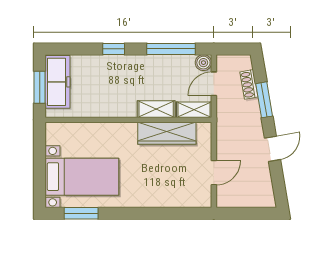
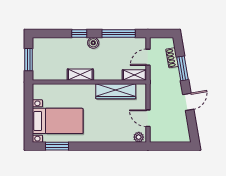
boiler: (203, 63) -> (93, 43), moved
freezer: (58, 82) -> (41, 56), removed
shelving: (156, 109) -> (80, 75), moved
door: (214, 173) -> (148, 118), swing flipped
plant: (200, 200) -> (139, 137), added

